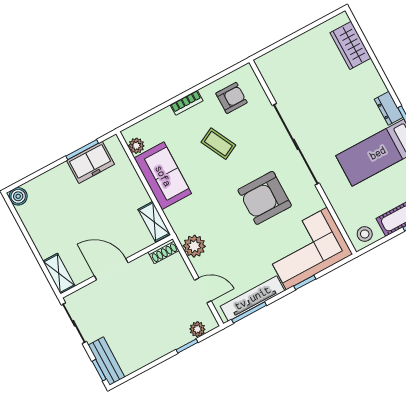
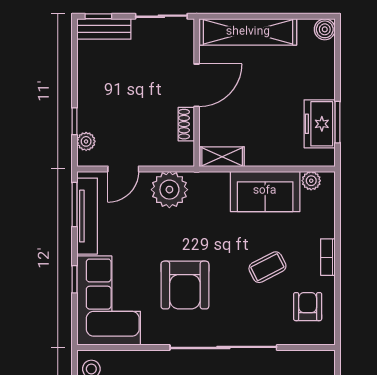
armchair: (231, 98) -> (308, 307), turned 180
armchair: (265, 198) -> (185, 285), turned 180
plant: (194, 246) -> (169, 190), width x1.36, depth x1.36
shoe rack: (164, 251) -> (186, 124), moved
shelving: (59, 274) -> (248, 32), width x2.20, depth x1.33

